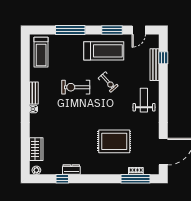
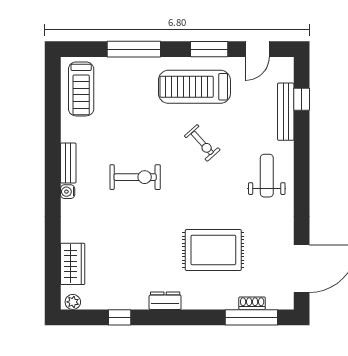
treadmill: (104, 51) -> (194, 87), turned 180
exercise bike: (76, 87) -> (135, 177), moved, turned 180
dresser: (71, 169) -> (165, 301), moved

